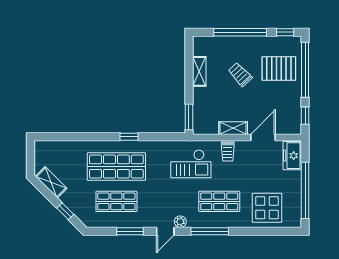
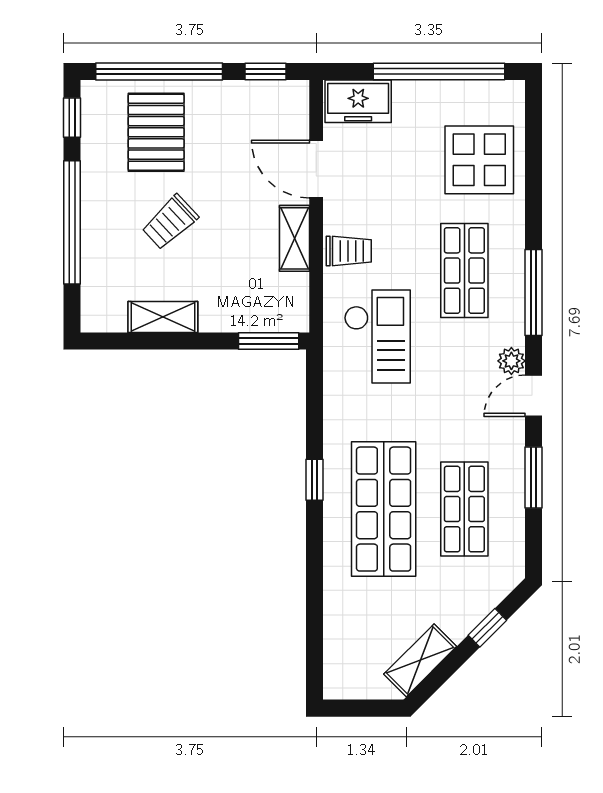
door: (165, 231) -> (533, 396), swing flipped

